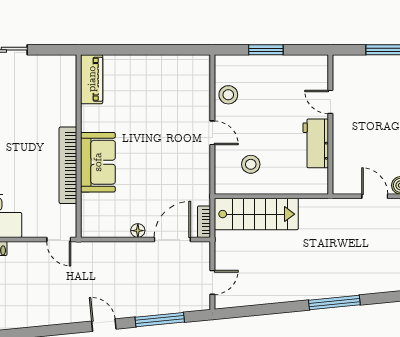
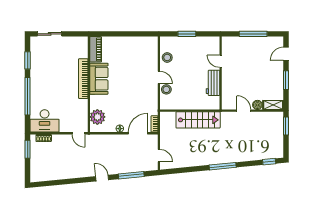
sofa: (98, 162) -> (99, 79), moved
stool: (251, 164) -> (166, 89), moved
bookcase: (68, 165) -> (83, 79), moved
plant: (95, 208) -> (97, 117), added
stairs: (256, 214) -> (198, 120), moved
door: (212, 282) -> (159, 156), hinge flipped

